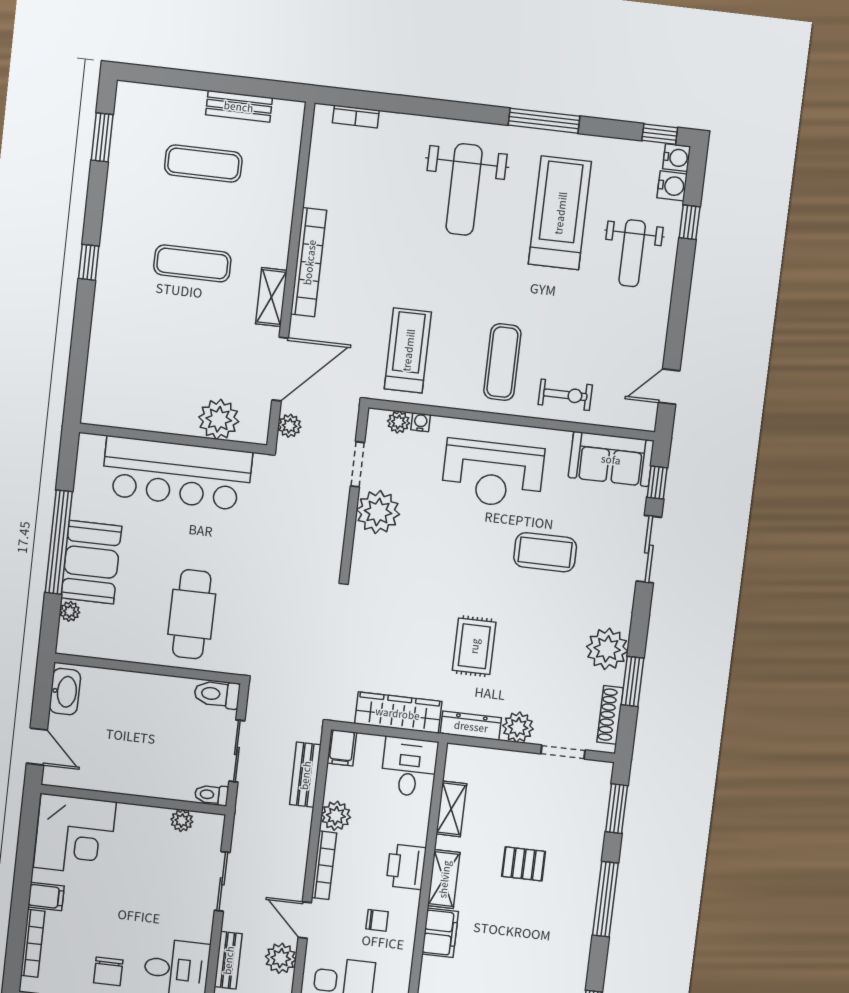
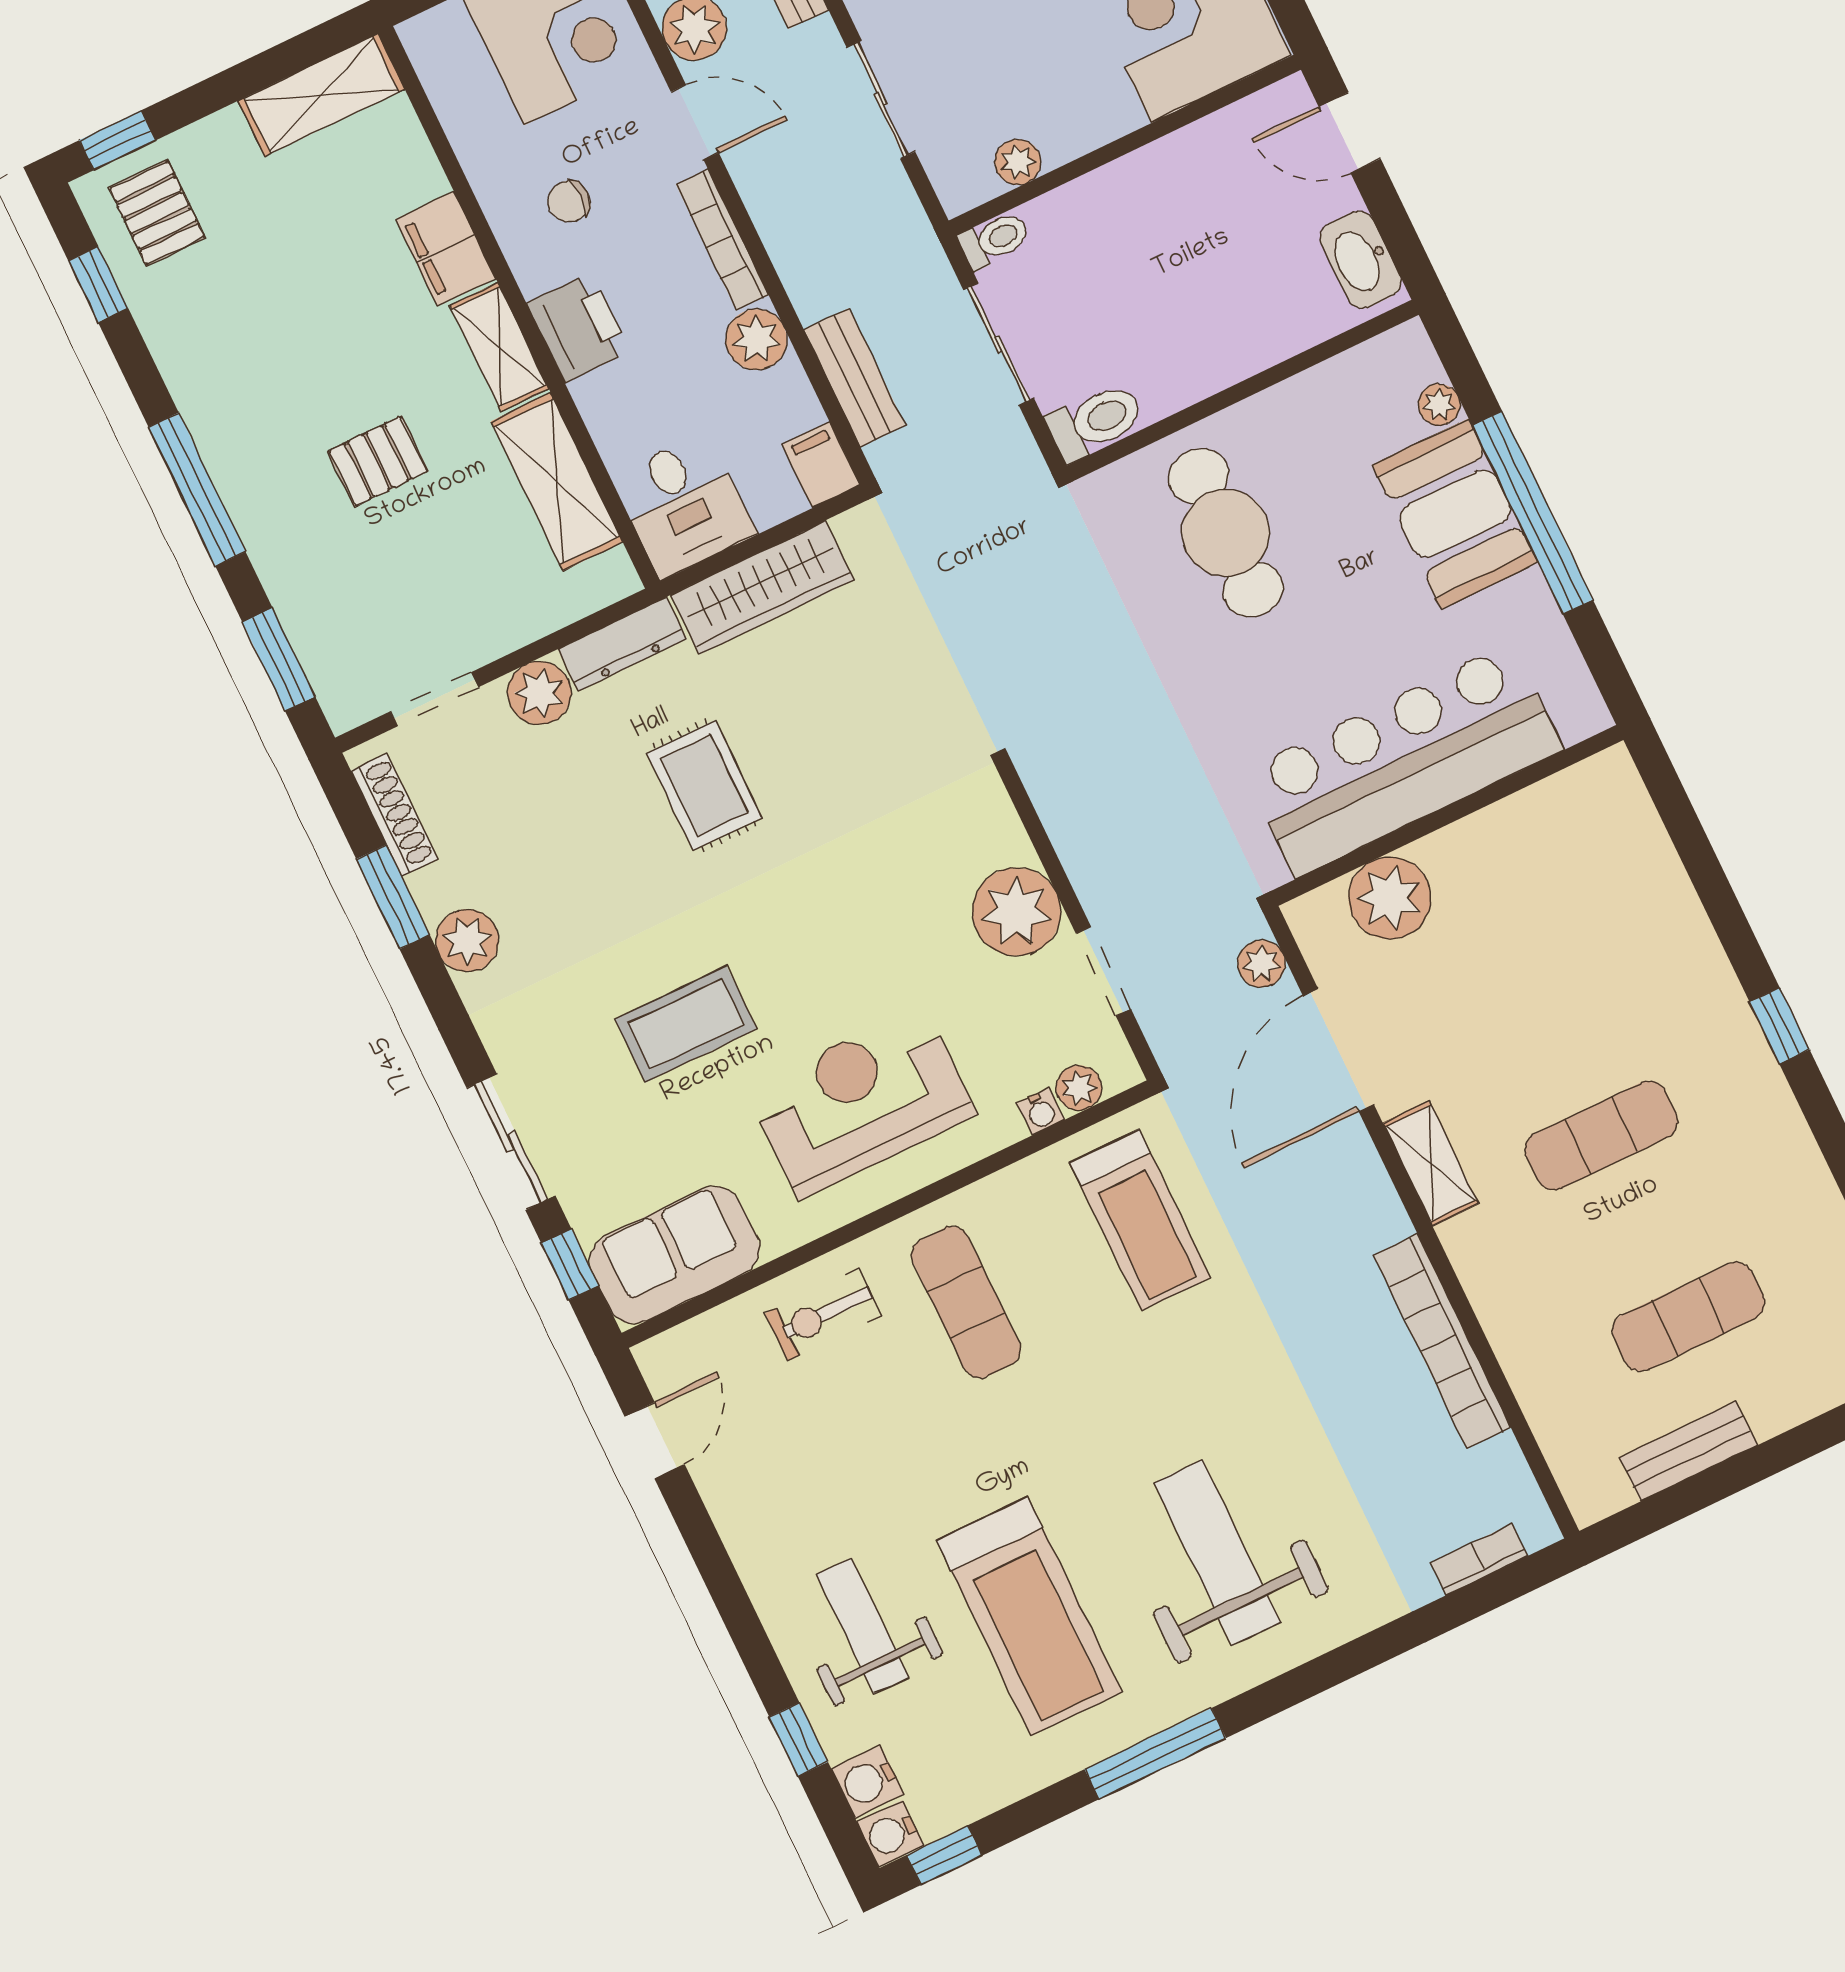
bookcase: (309, 262) -> (1442, 1341), moved
plant: (607, 649) -> (467, 941), width x0.73, depth x0.73
shelving: (451, 809) -> (557, 482), width x1.50, depth x1.33

